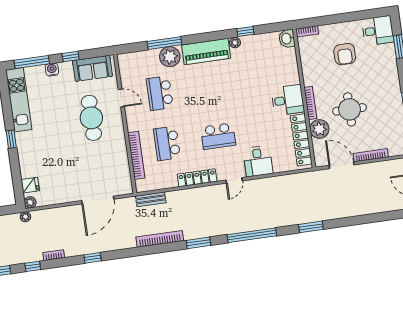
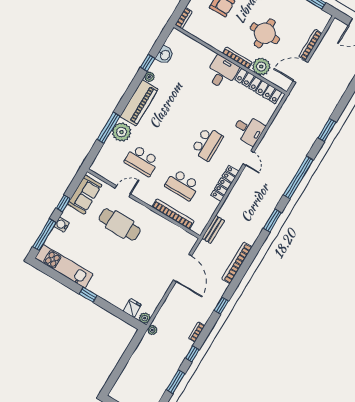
washbasin: (287, 39) -> (165, 55), moved, turned -90
bookcase: (160, 239) -> (237, 263), moved

